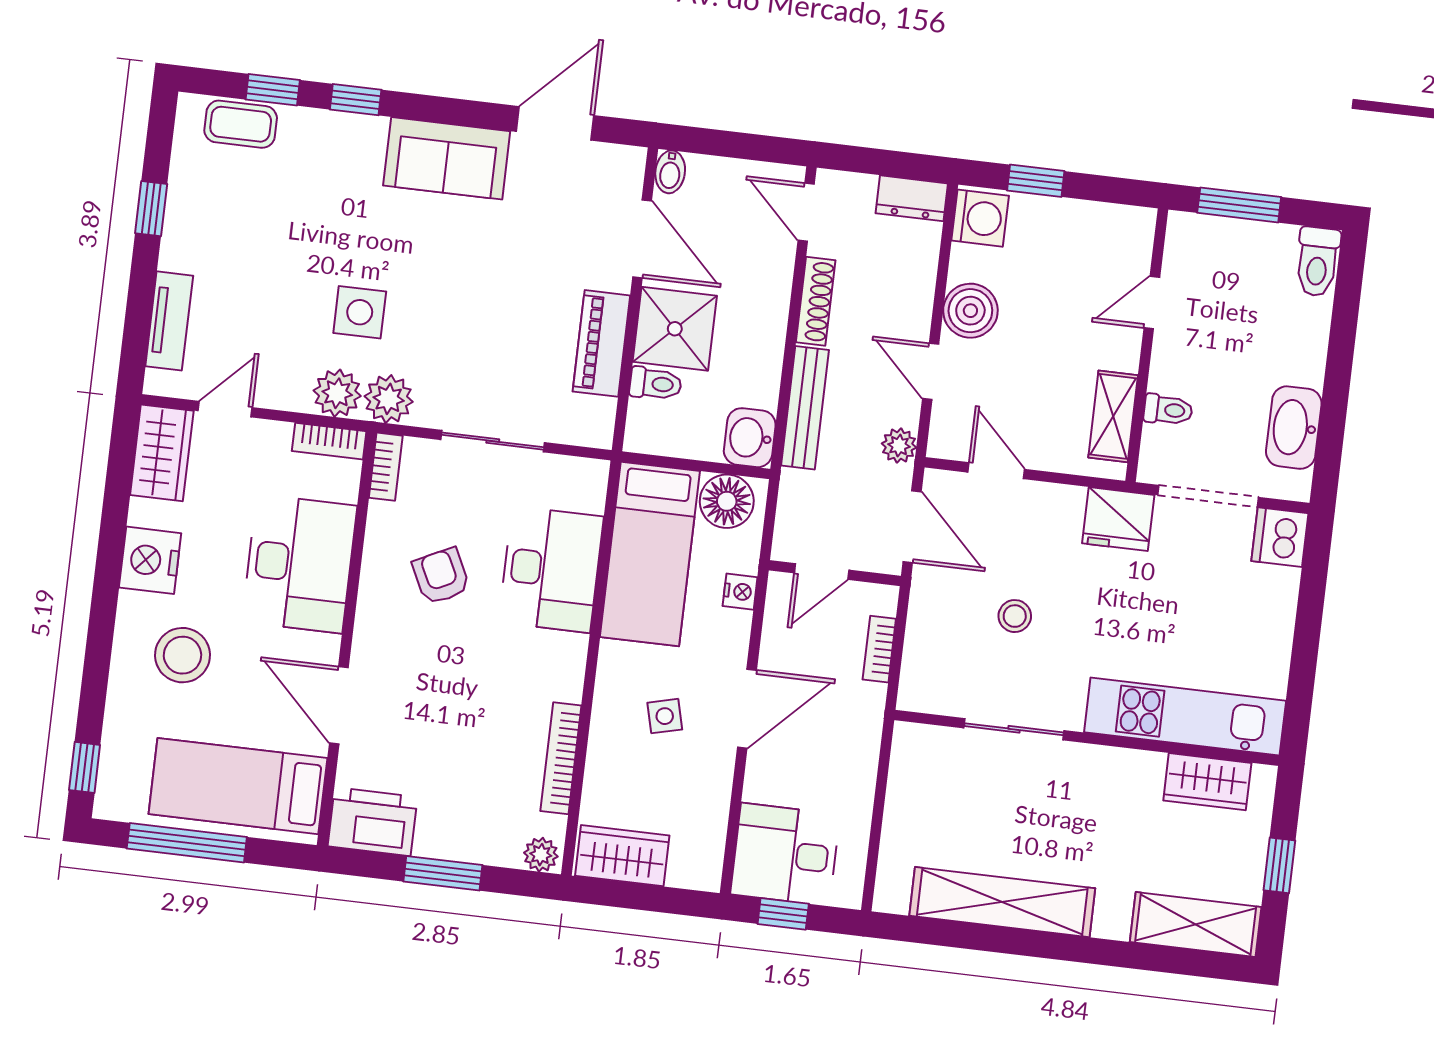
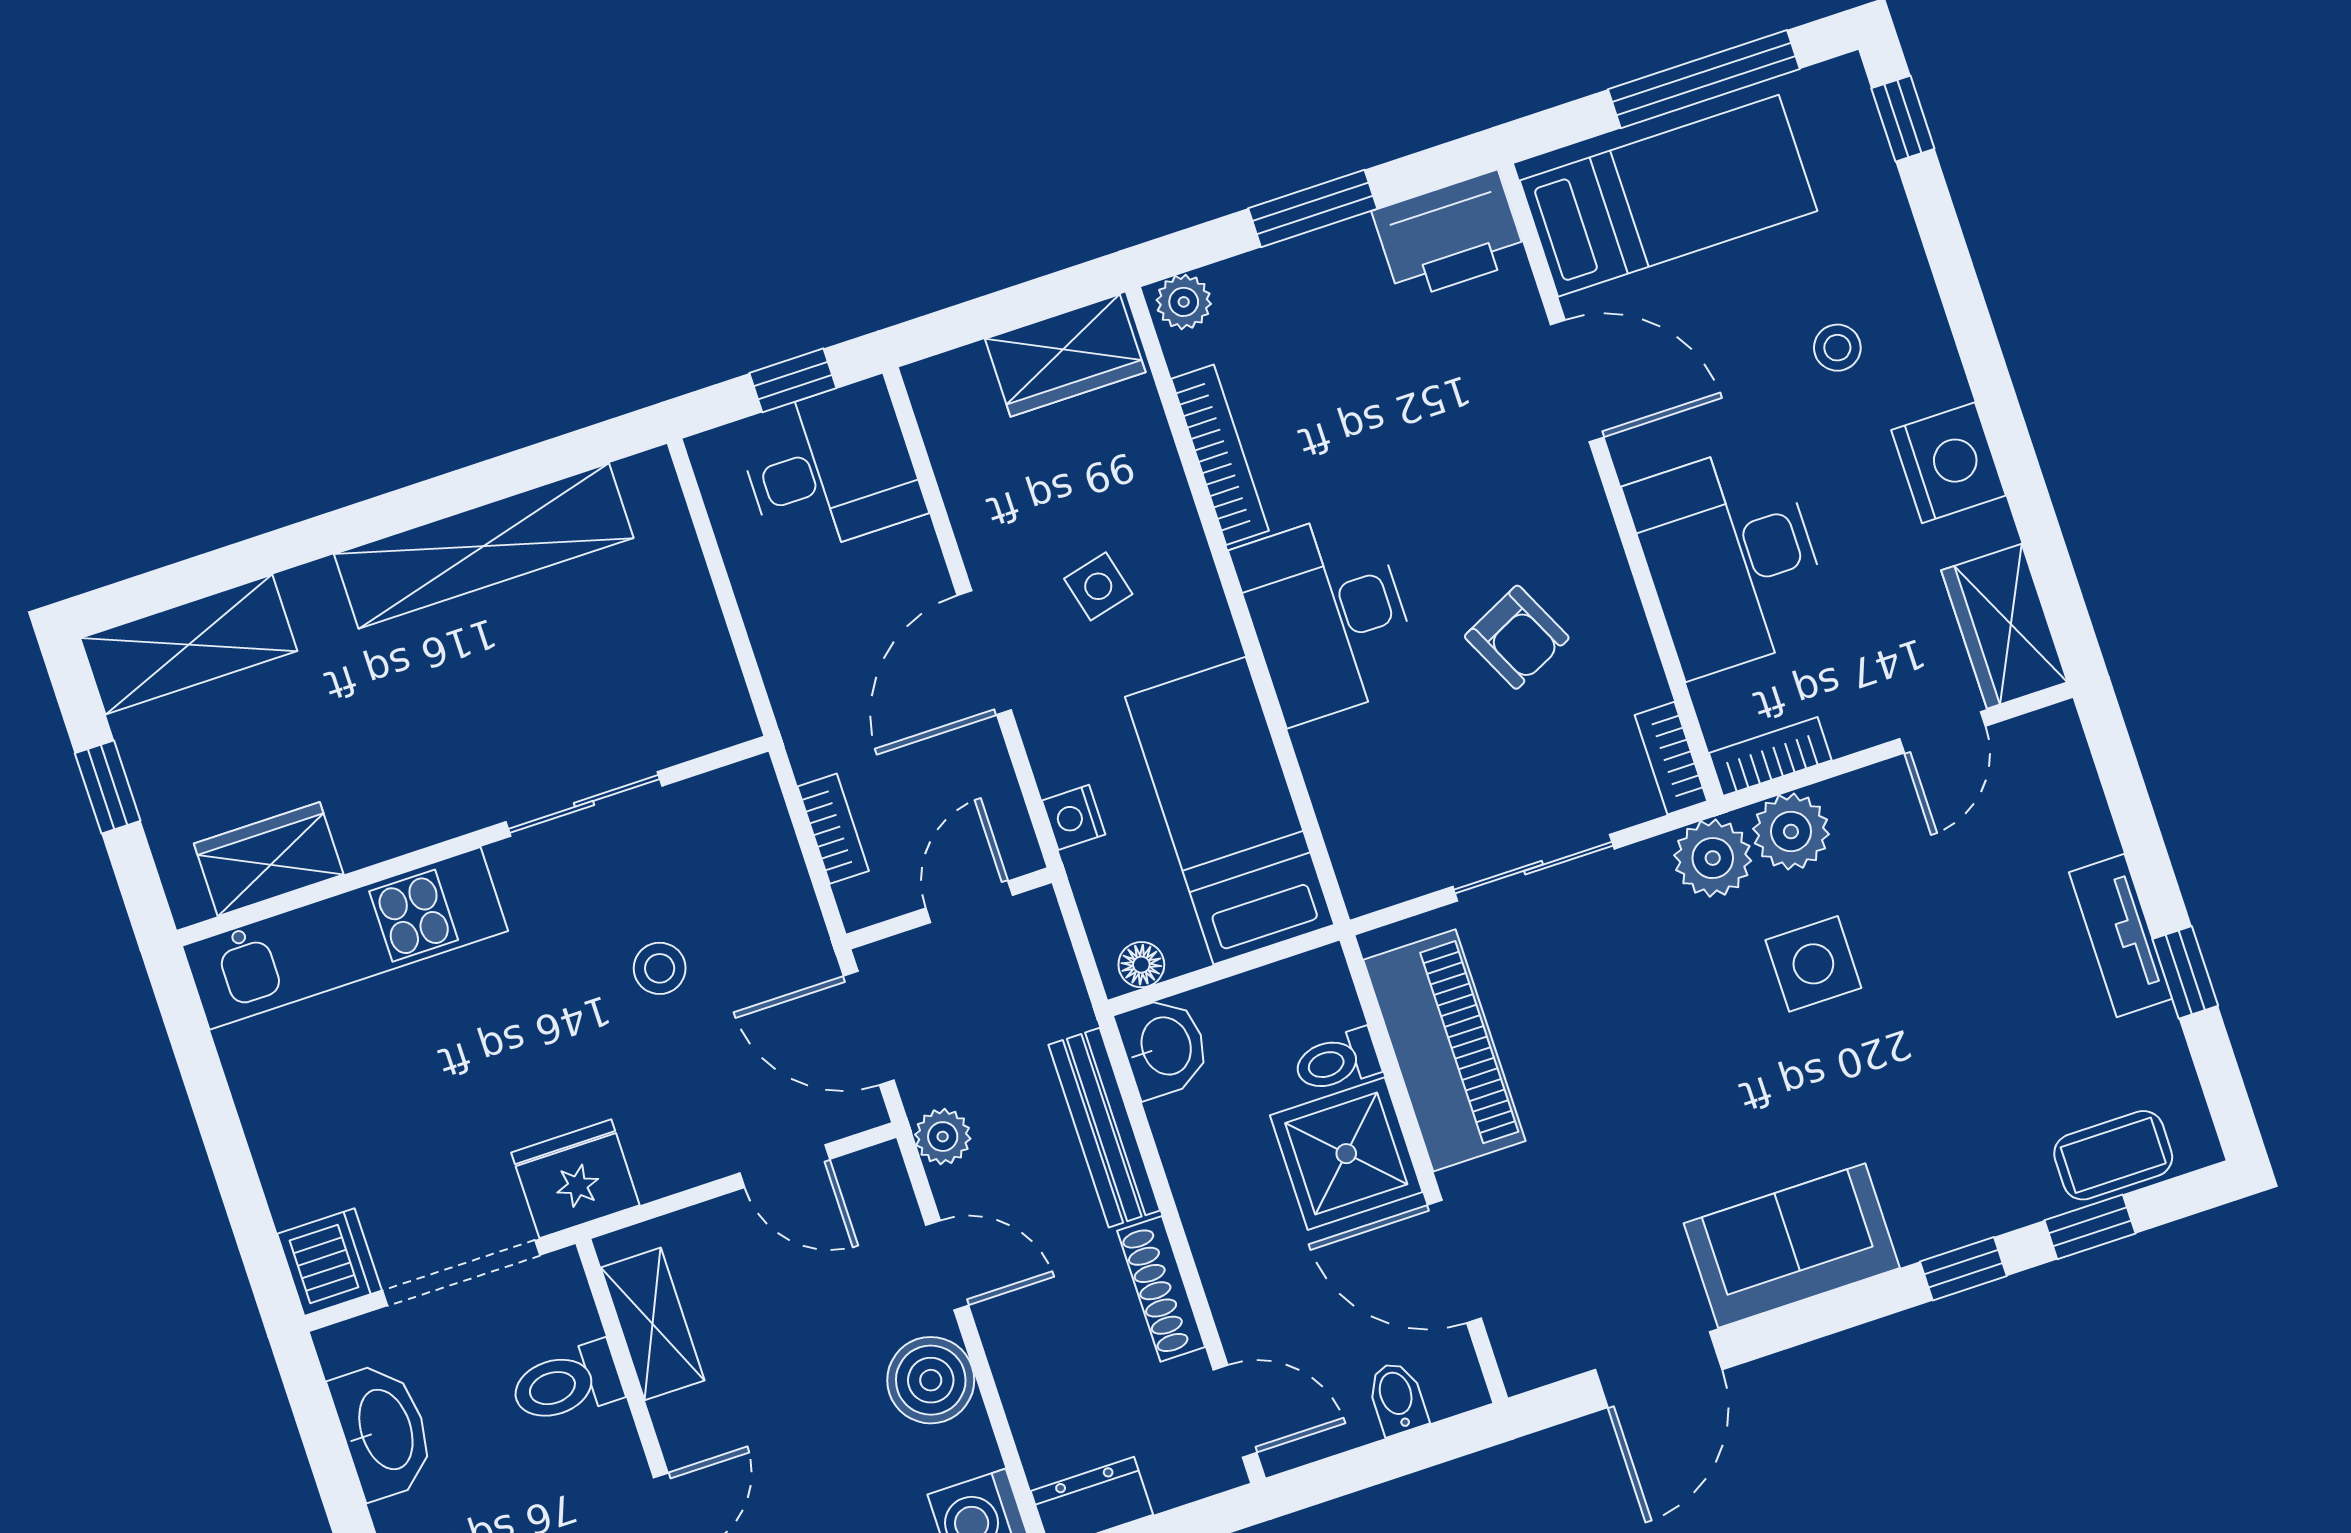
bidet: (670, 172) -> (1397, 1398), moved
tv unit: (169, 321) -> (2121, 935), moved
piano: (601, 343) -> (1444, 1050), width x1.37, depth x1.33
toilet: (1168, 410) -> (566, 1383), width x1.37, depth x1.39
floor lamp: (727, 501) -> (1141, 965), width x0.53, depth x0.53
desk: (551, 569) -> (1327, 616), moved
stool: (182, 655) -> (1837, 348), width x0.53, depth x0.53

